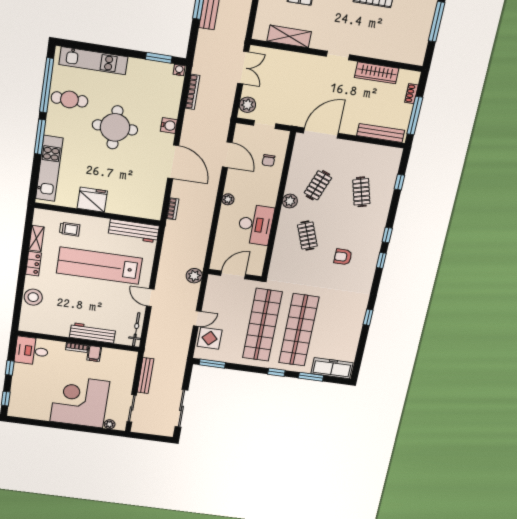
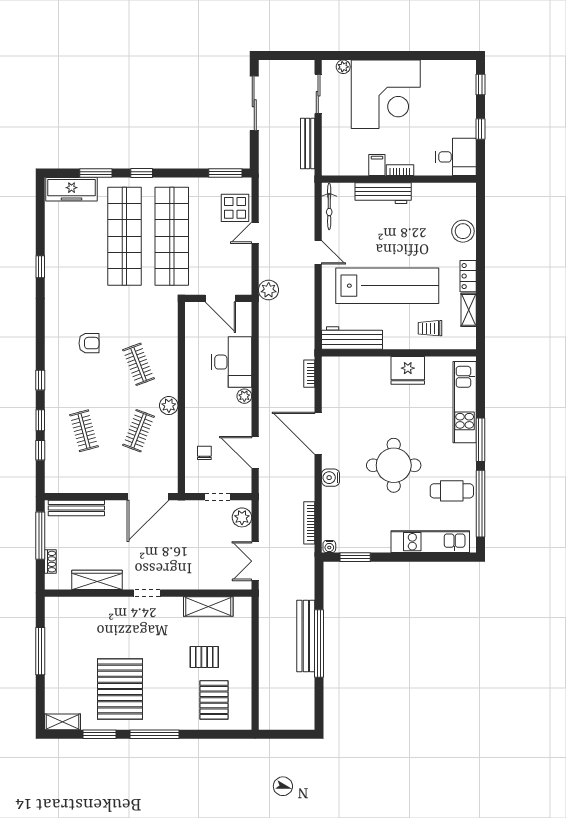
desk: (256, 225) -> (232, 362), moved, turned 180
window: (381, 260) -> (40, 420), moved
door: (233, 275) -> (220, 298), hinge flipped

